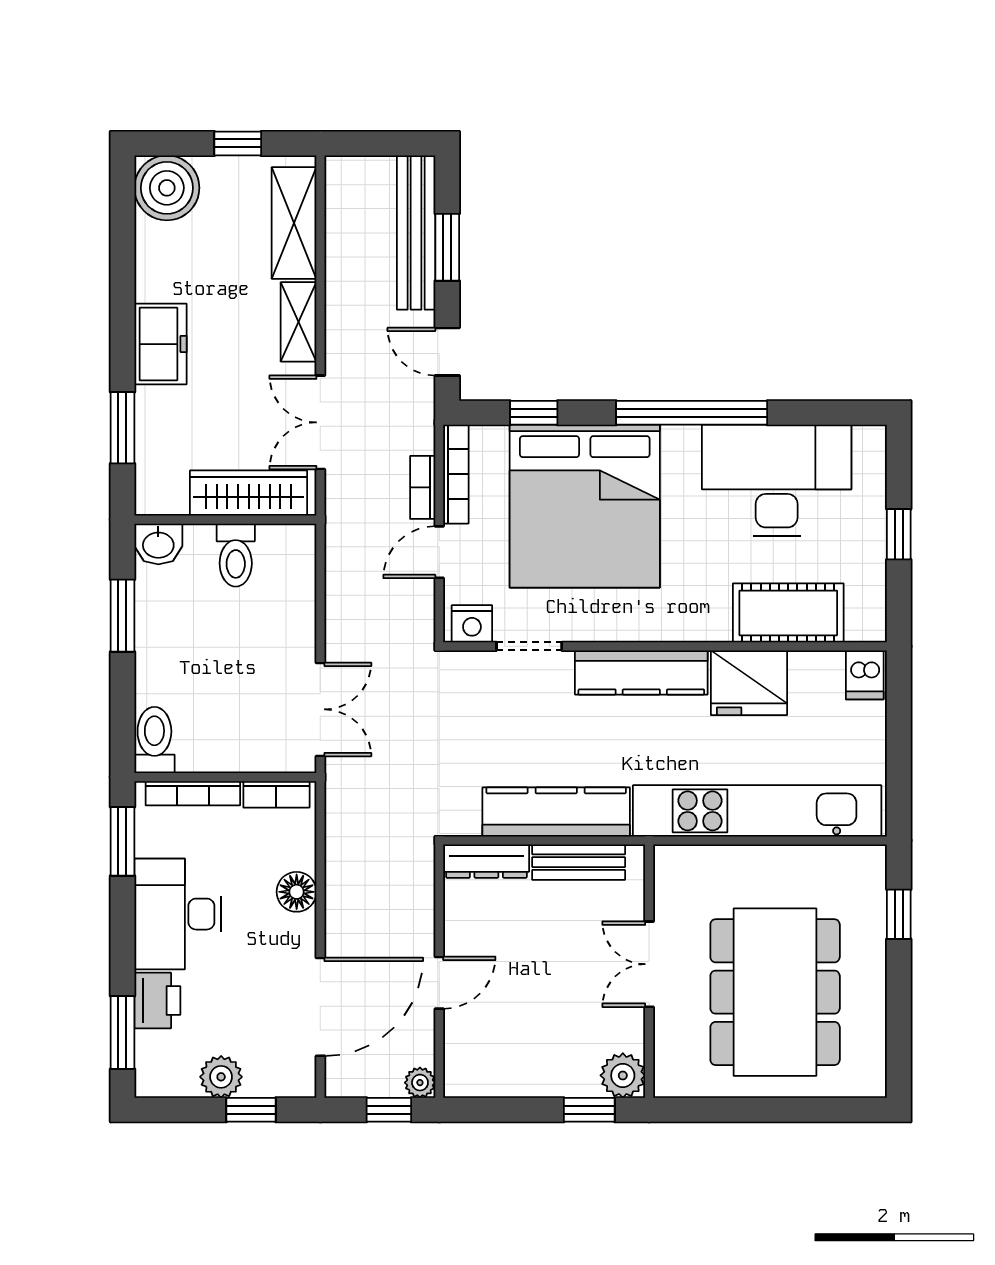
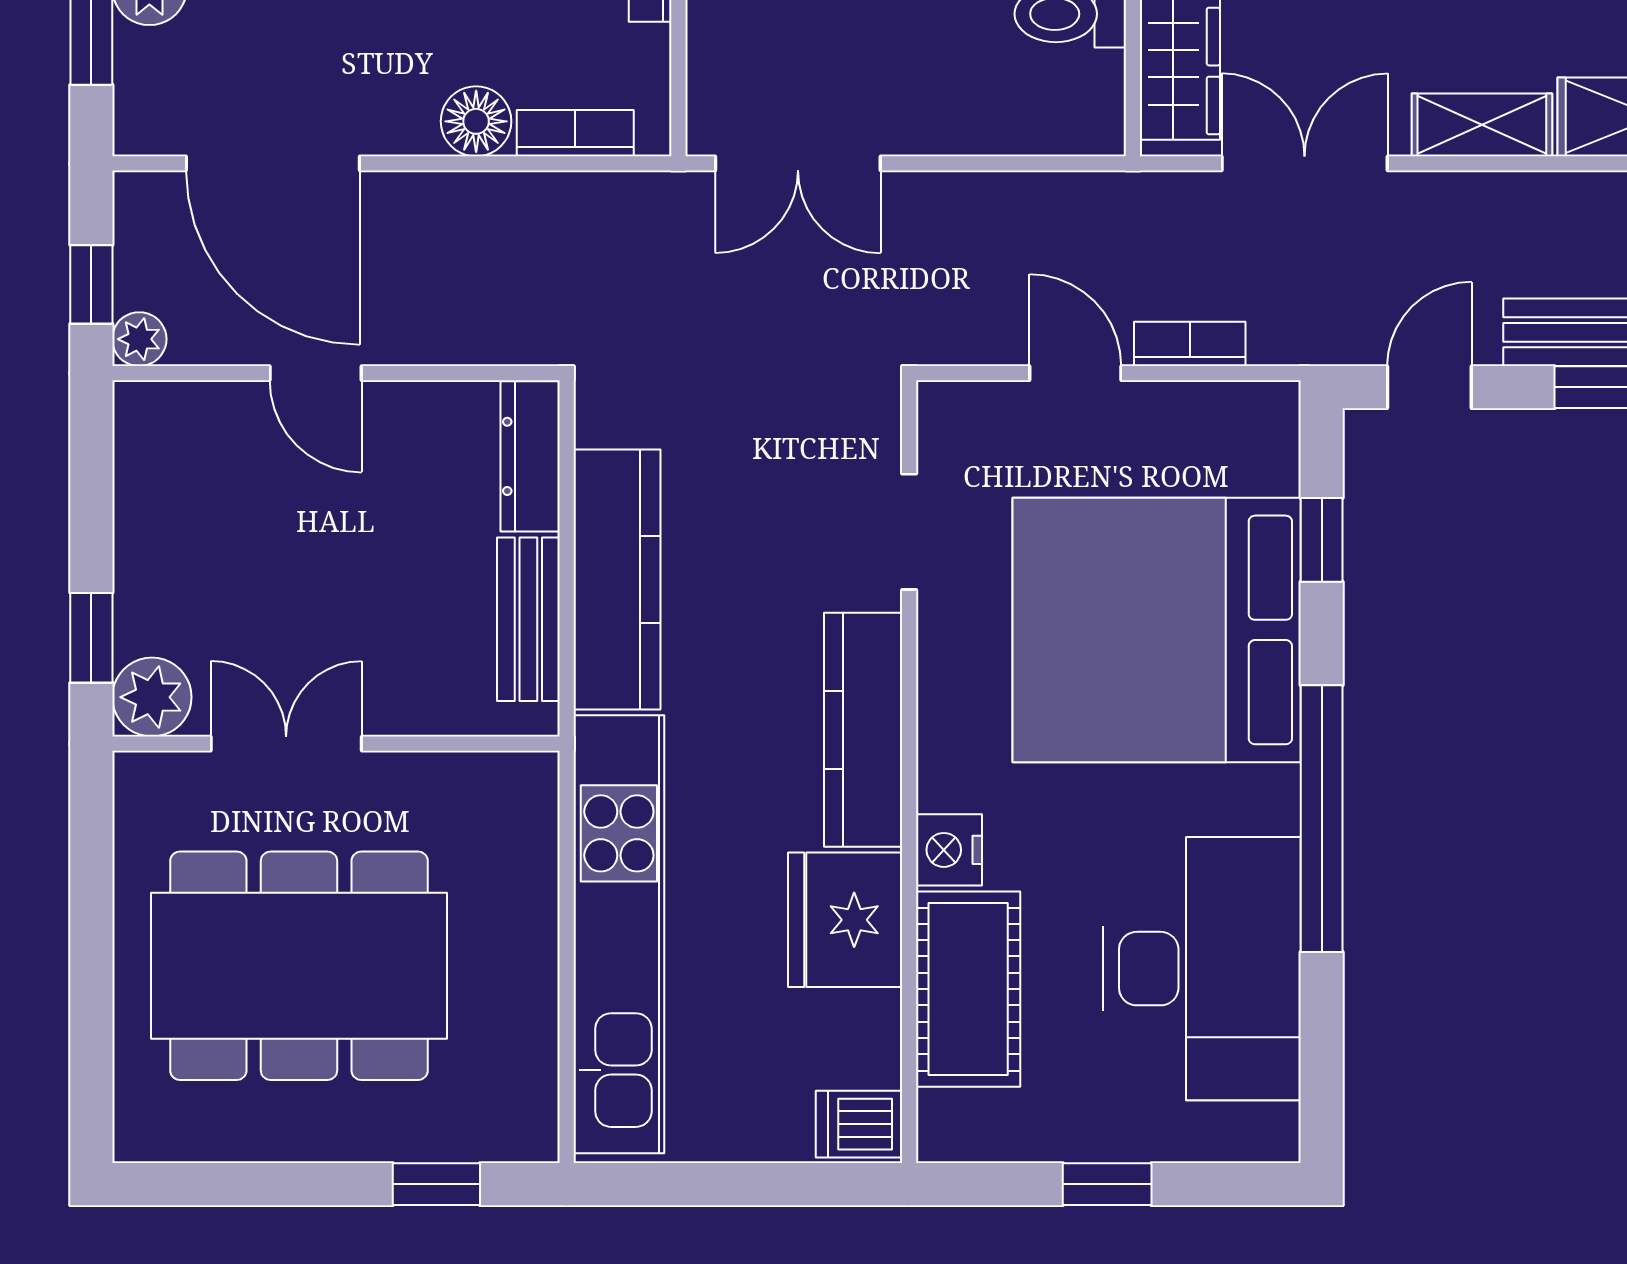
bookcase: (456, 474) -> (1213, 403), removed
nightstand: (472, 624) -> (949, 850), moved
bookcase: (276, 794) -> (575, 133), moved, turned 90
double door: (649, 964) -> (286, 744), moved

